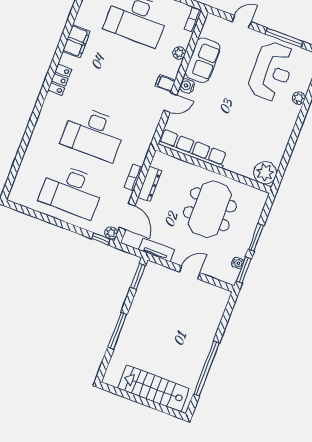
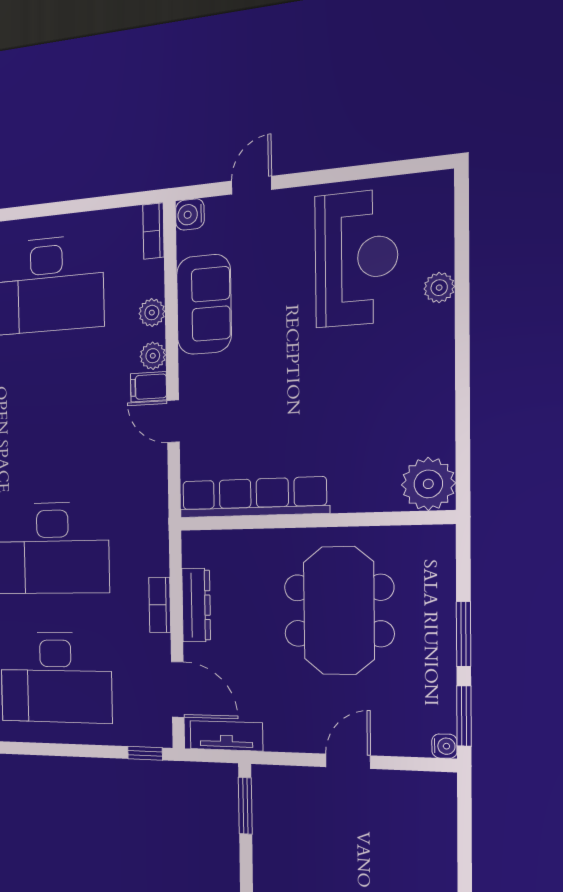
window: (284, 38) -> (355, 173), removed
water cooler: (187, 86) -> (190, 214), moved
door: (170, 102) -> (173, 421), swing flipped
plant: (111, 233) -> (153, 356), moved
tv unit: (156, 250) -> (226, 736), moved
water cooler: (238, 263) -> (444, 746), moved

